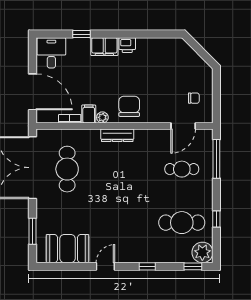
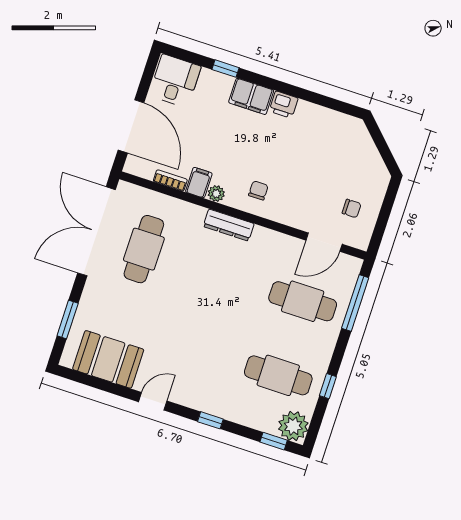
chair: (129, 106) -> (258, 190), width x0.54, depth x0.54
cafe table: (182, 169) -> (303, 301), width x1.37, depth x1.35

